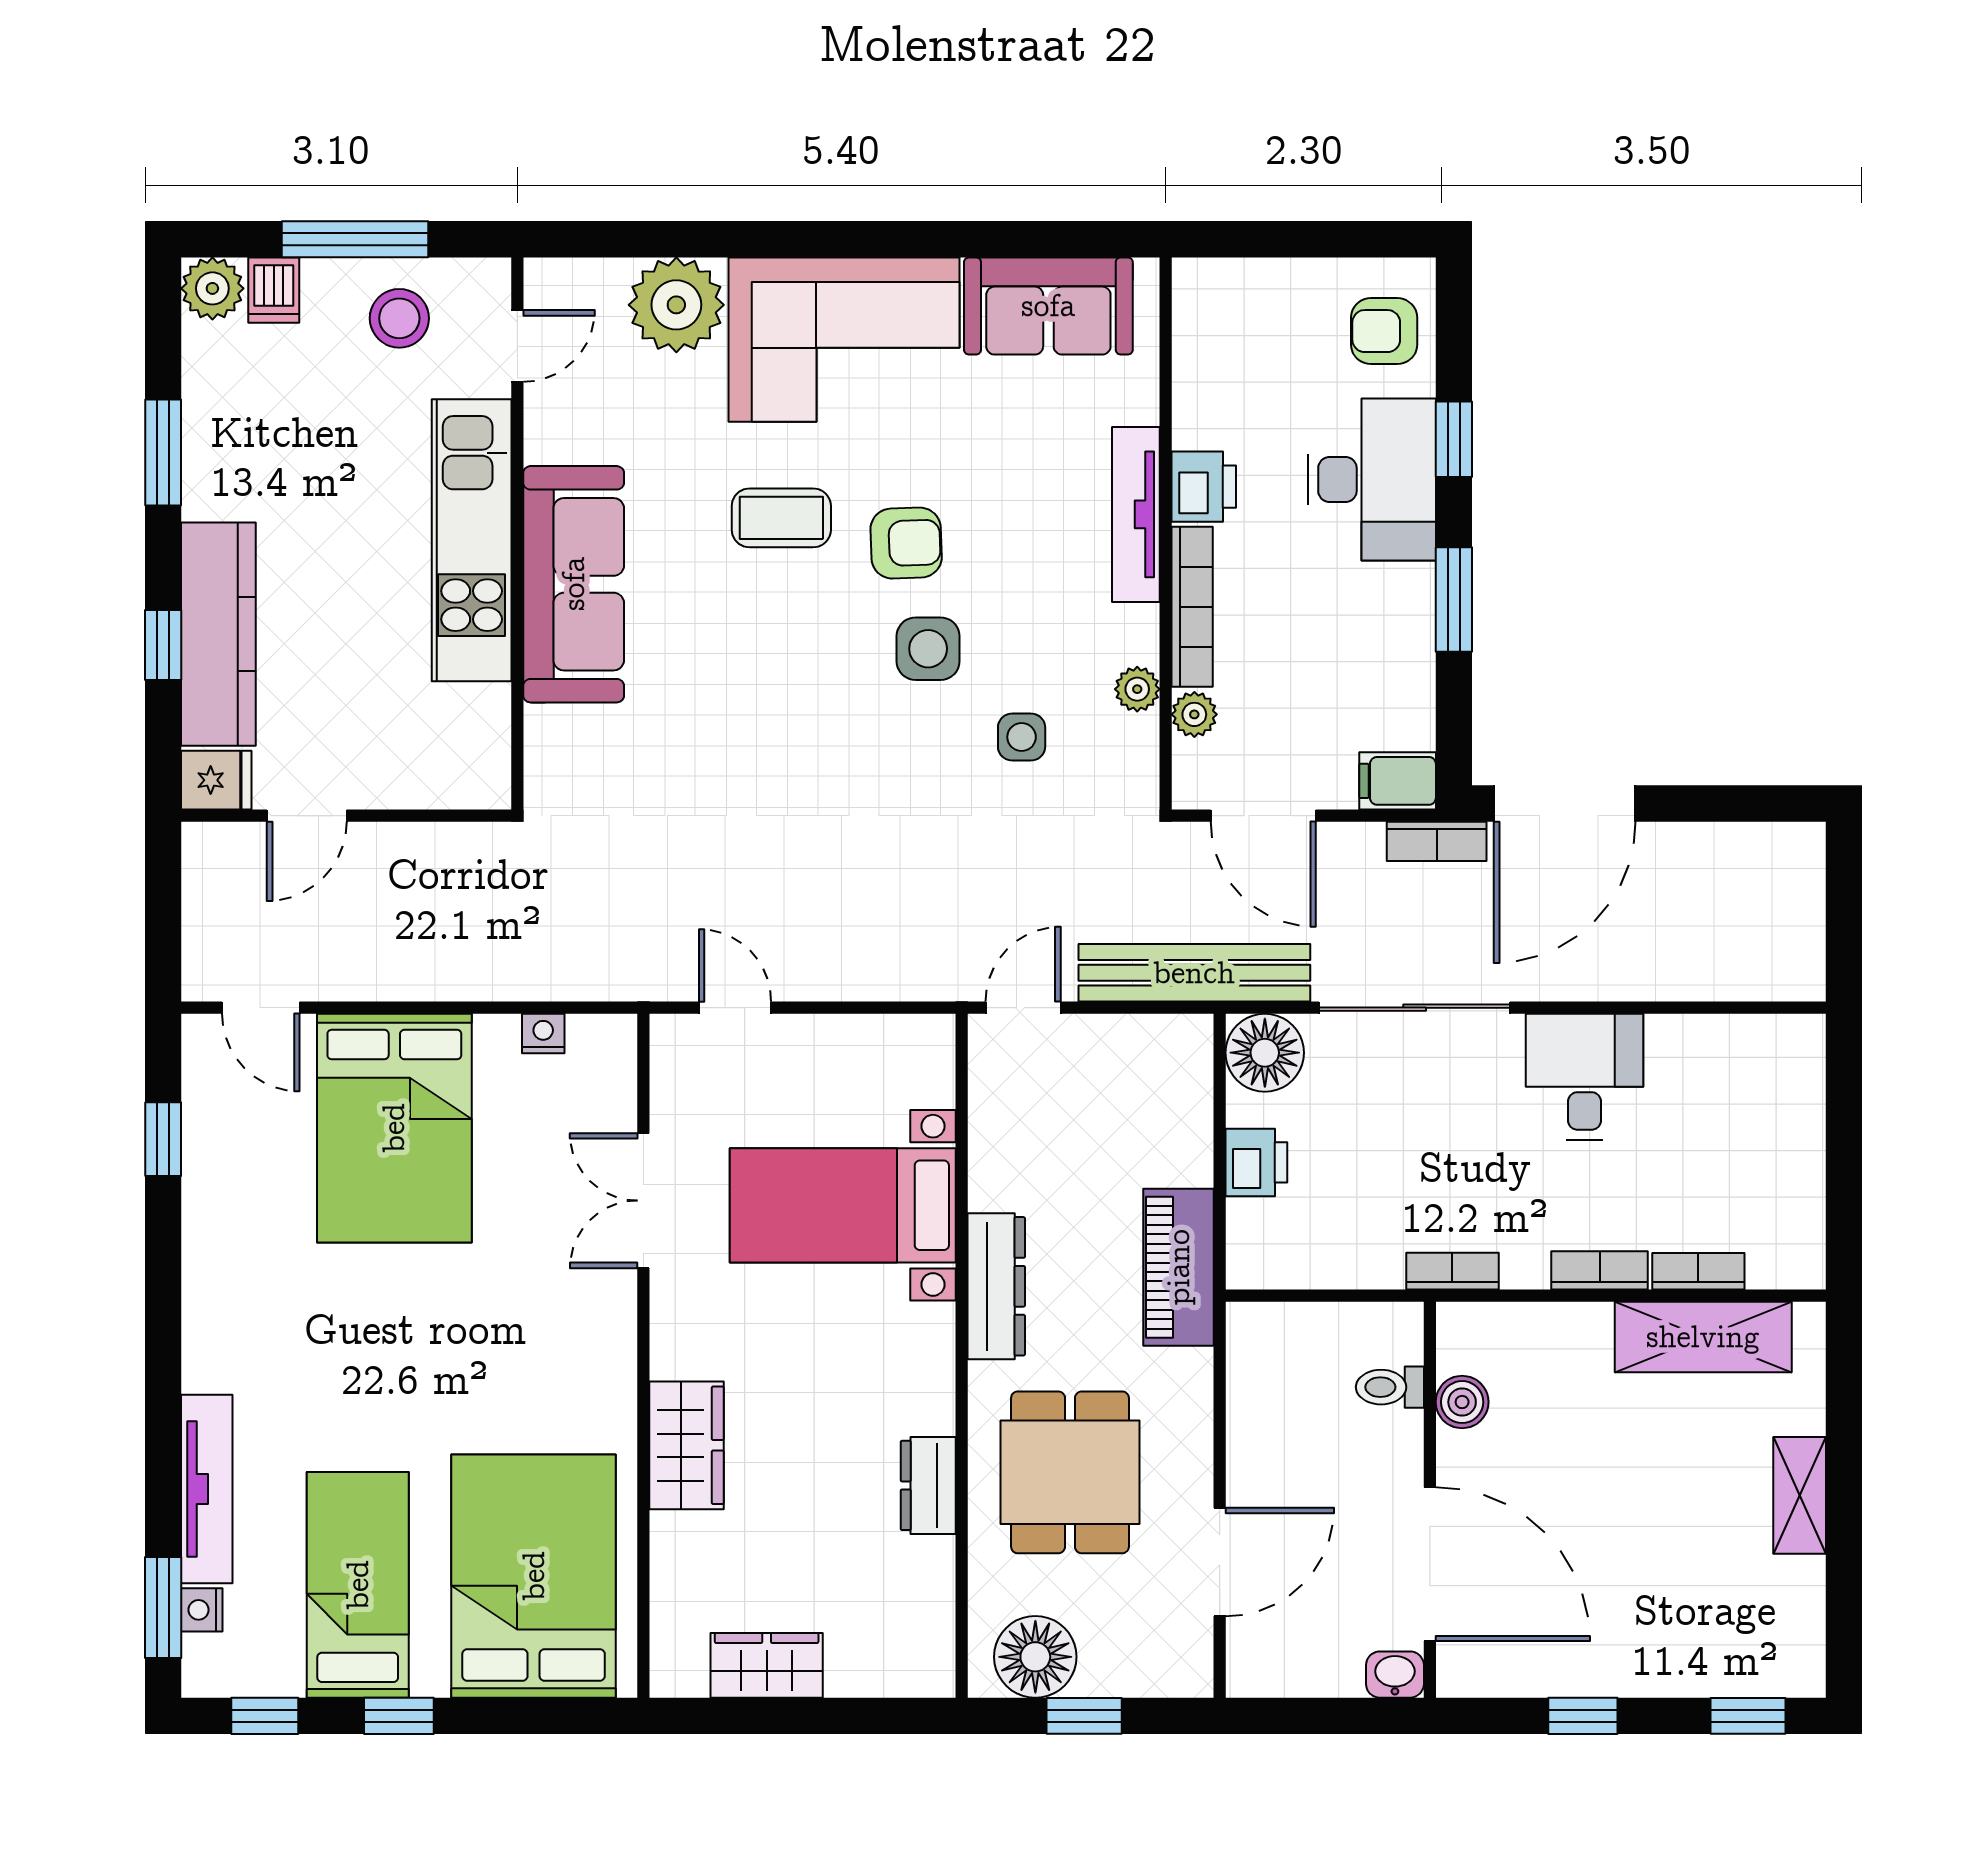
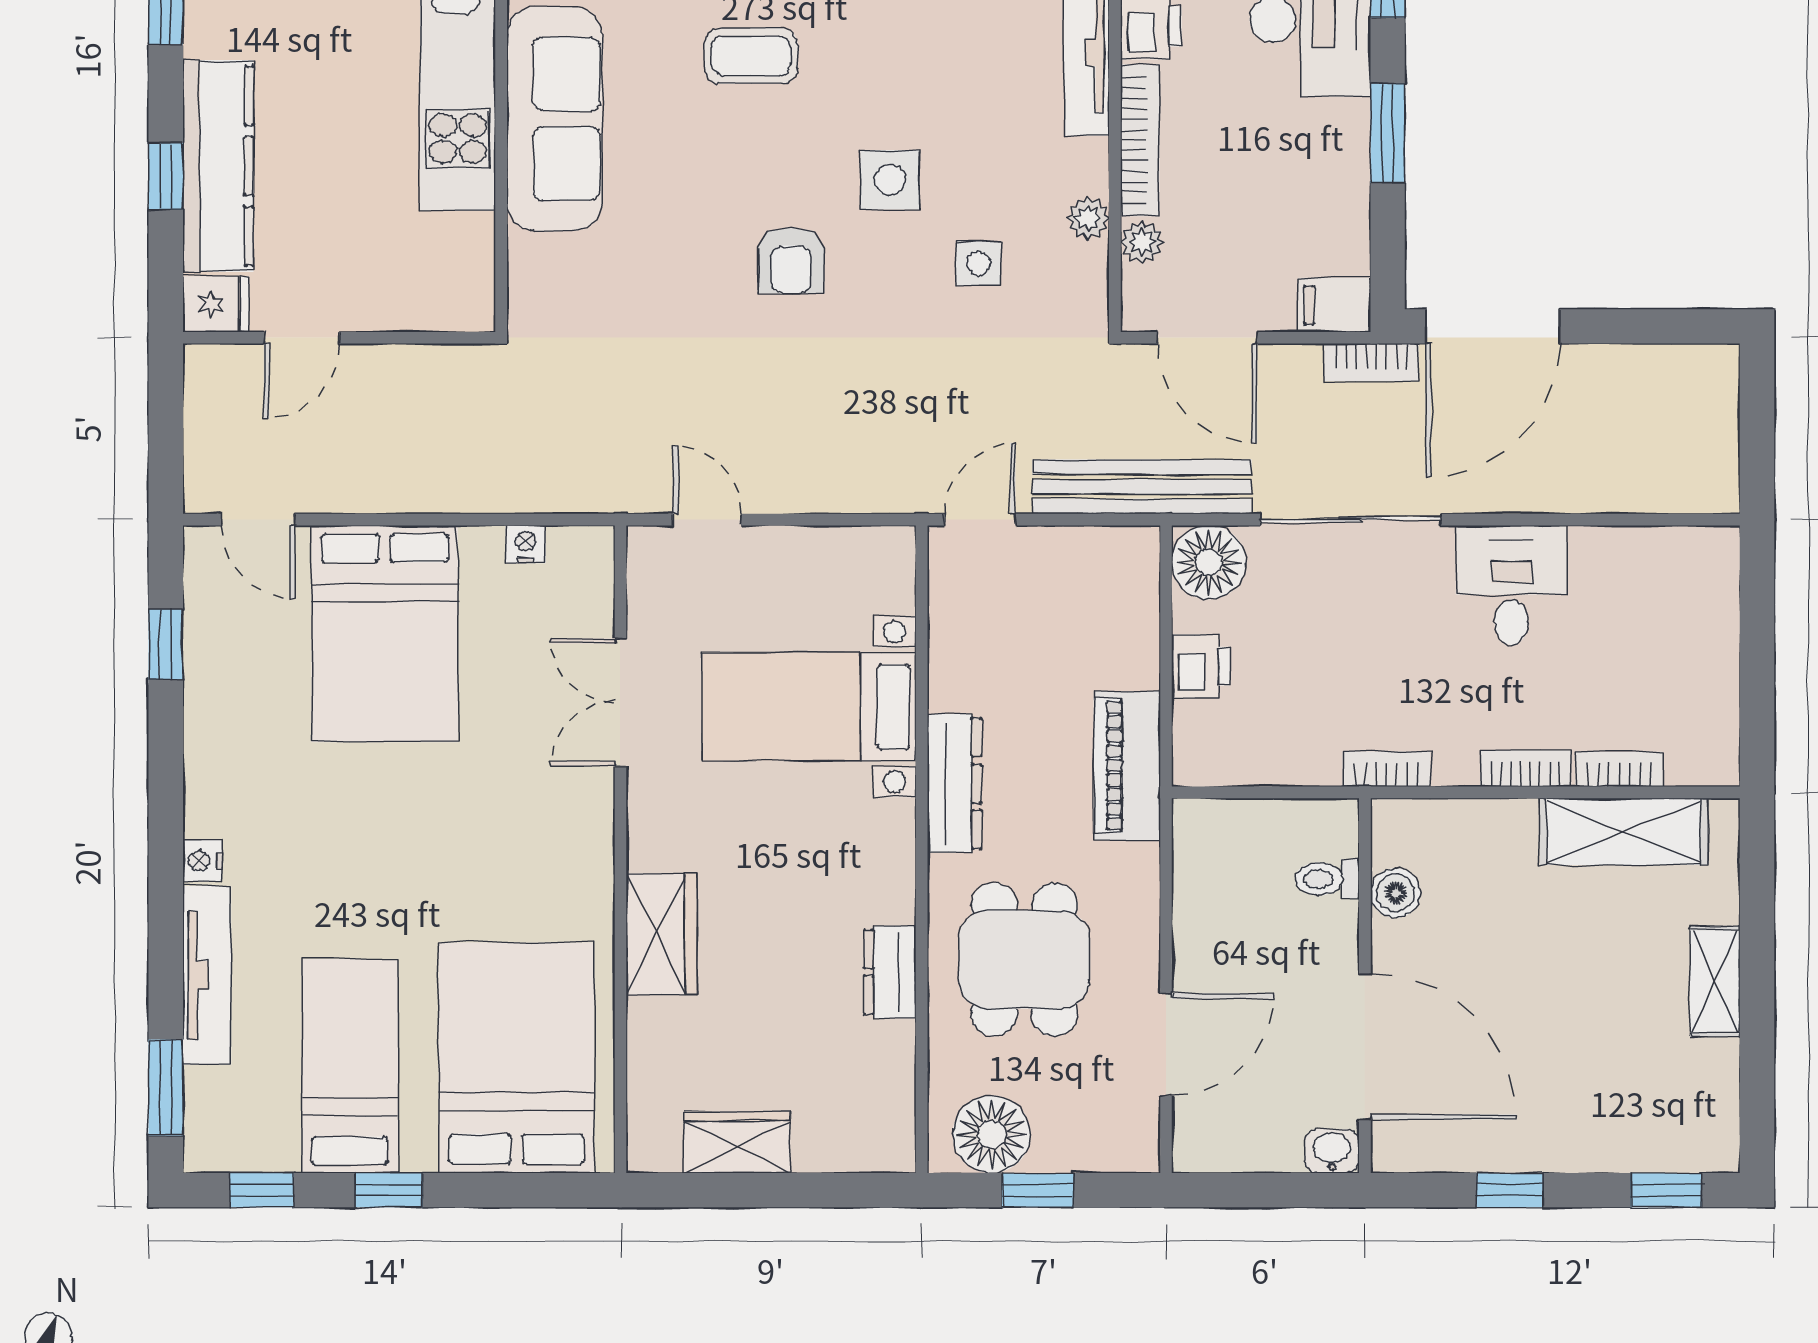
armchair: (906, 543) -> (791, 260), moved, turned 92
nightstand: (202, 1610) -> (202, 861), moved

